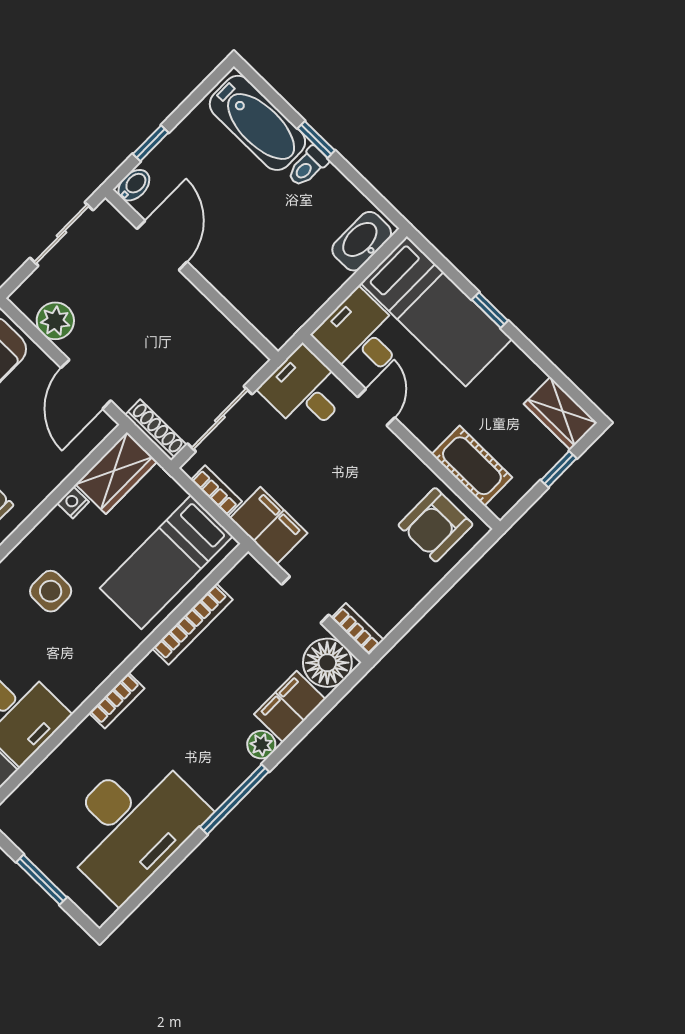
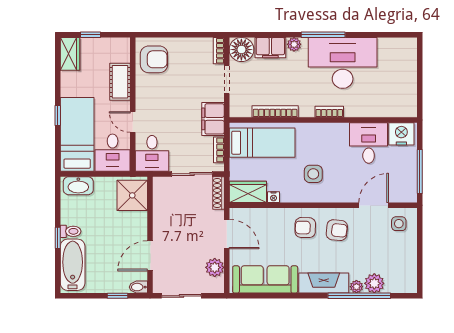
shower: (273, 304) -> (132, 195), added
door: (86, 384) -> (227, 234), hinge flipped
door: (376, 407) -> (133, 122), hinge flipped
cot: (472, 466) -> (120, 82), moved
desk: (131, 825) -> (343, 63), moved
window: (42, 880) -> (420, 76), removed

